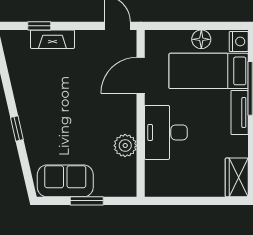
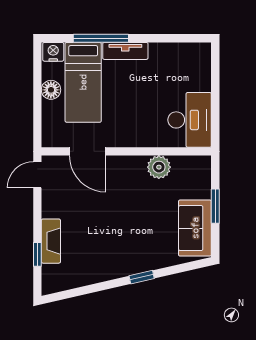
desk: (166, 132) -> (190, 120), moved, turned -90
wardrobe: (237, 177) -> (191, 54), removed

